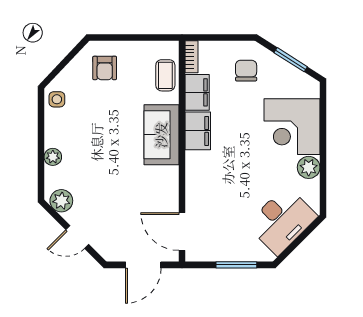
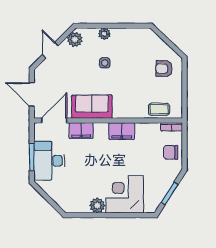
chair: (246, 71) -> (171, 152), moved, turned 180
filing cabinet: (197, 92) -> (81, 131), moved
side table: (57, 99) -> (105, 63), moved
sofa: (161, 135) -> (92, 107), moved
desk: (282, 220) -> (49, 161), moved, turned 45

